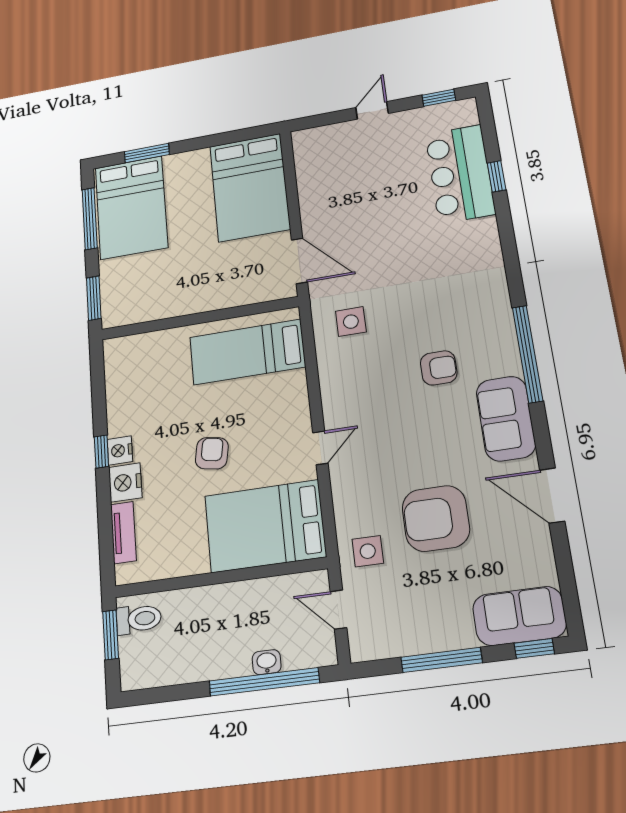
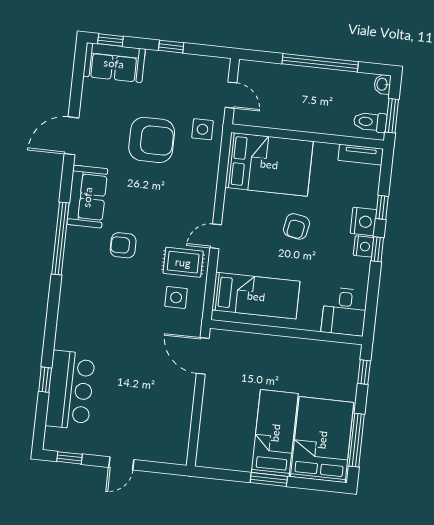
window: (147, 153) -> (269, 479), moved
bed: (250, 187) -> (275, 433), moved, width x0.67
window: (94, 298) -> (364, 372), width x0.67
desk: (130, 363) -> (344, 312), added
rug: (352, 368) -> (183, 262), added
door: (320, 448) -> (216, 236), moved
door: (552, 495) -> (72, 136), swing flipped
window: (104, 507) -> (382, 207), added
tv unit: (123, 532) -> (361, 155), moved, turned -90
window: (441, 660) -> (171, 47), width x0.46
washbasin: (267, 662) -> (382, 84), moved, turned 90
window: (264, 682) -> (320, 63), moved

